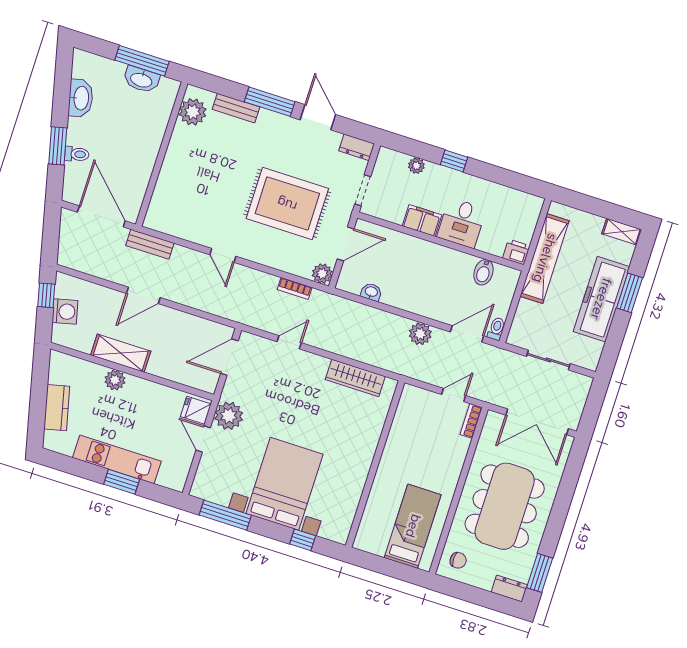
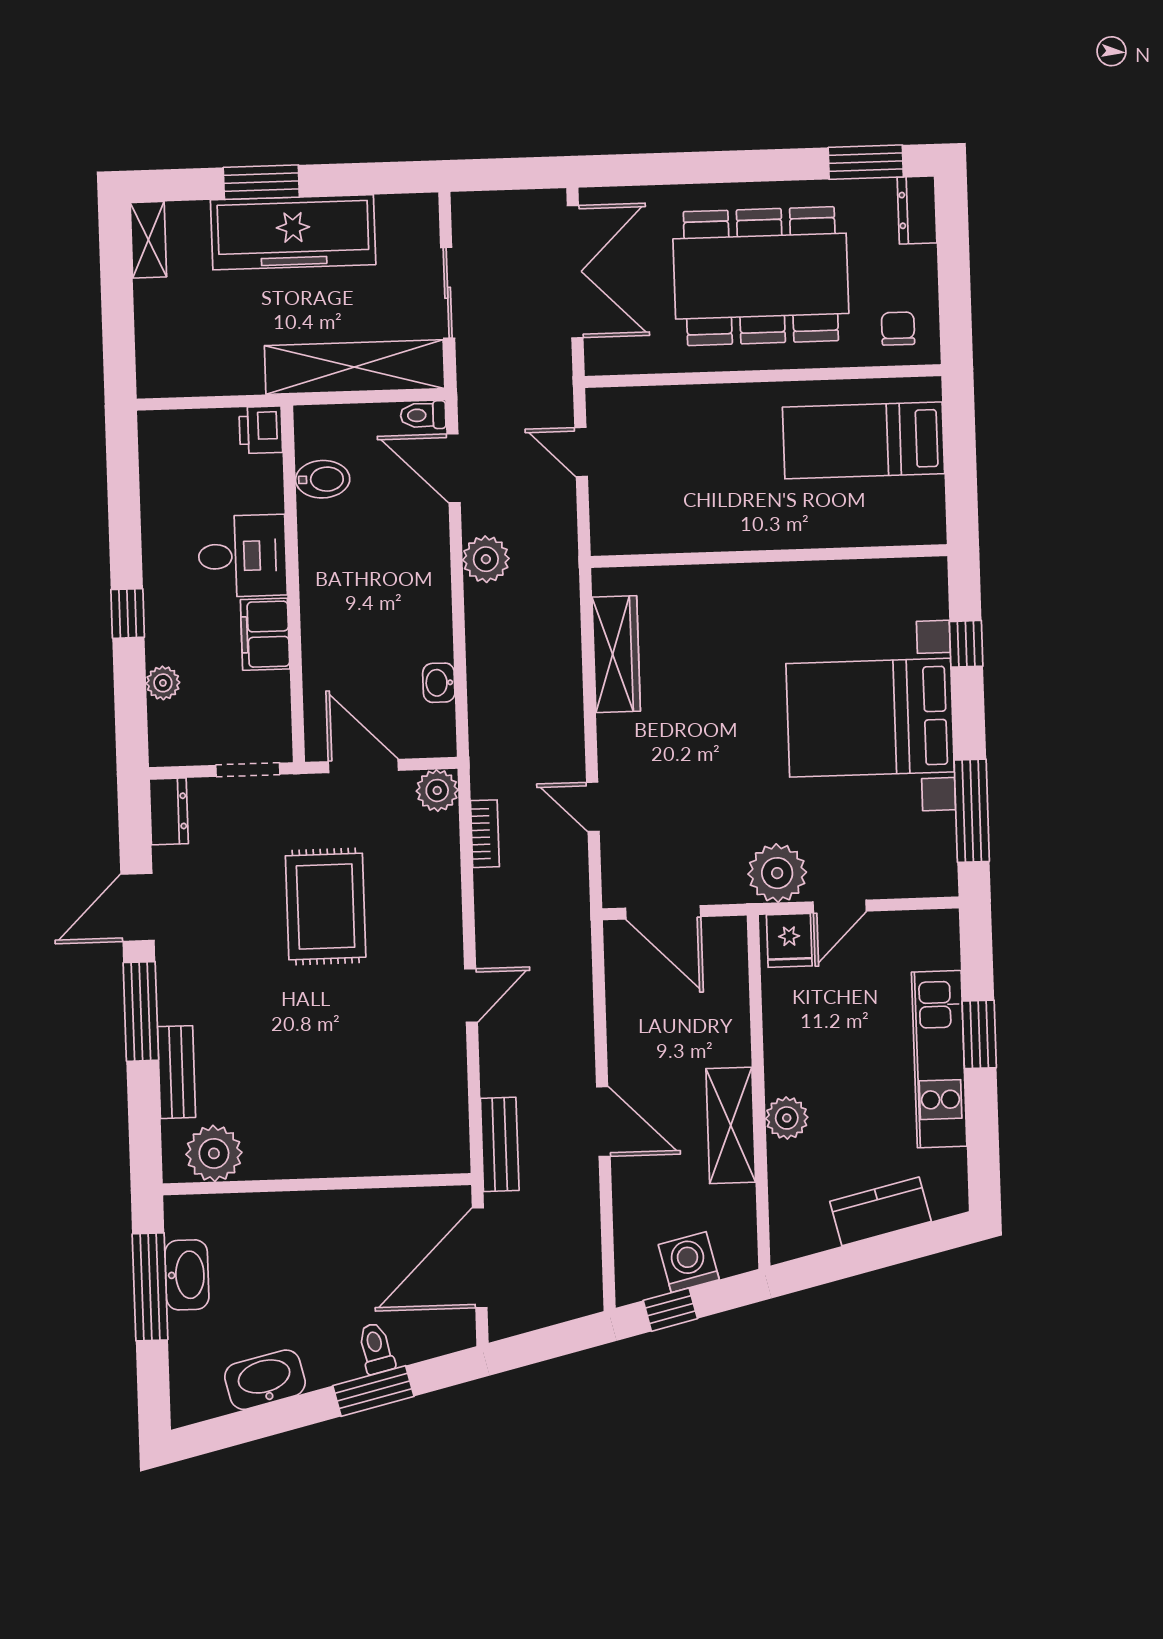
rug: (287, 204) -> (326, 906), width x0.73, depth x0.69
shelving: (545, 258) -> (355, 367), moved
bookcase: (471, 421) -> (619, 400), removed

